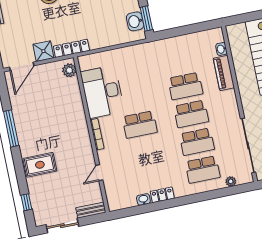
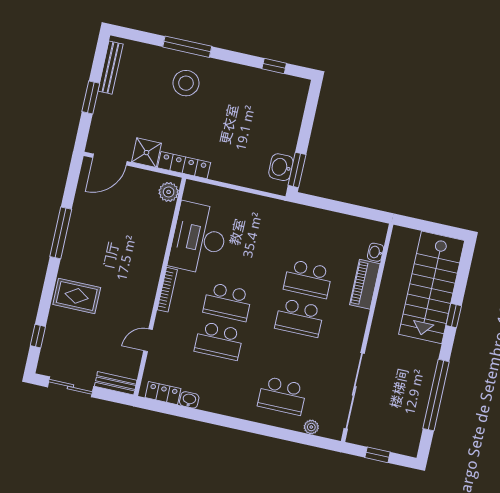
school desk: (197, 142) -> (219, 341), moved
locker: (162, 195) -> (163, 393), moved

